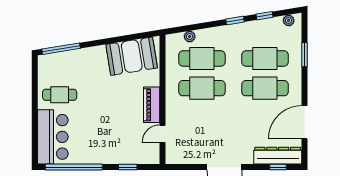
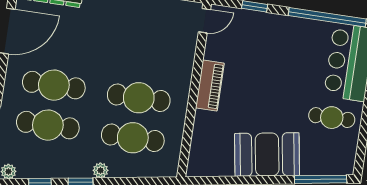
plant: (190, 37) -> (101, 170), moved
booth: (132, 56) -> (267, 154), moved
door: (162, 134) -> (205, 21), moved

